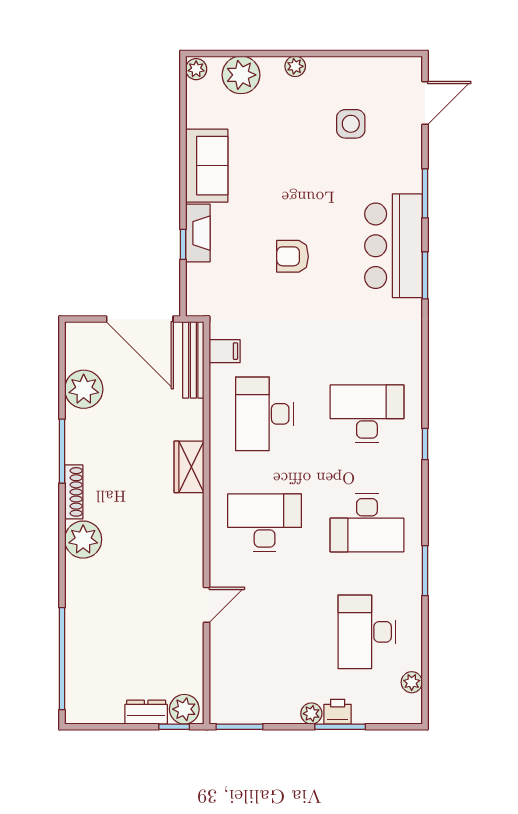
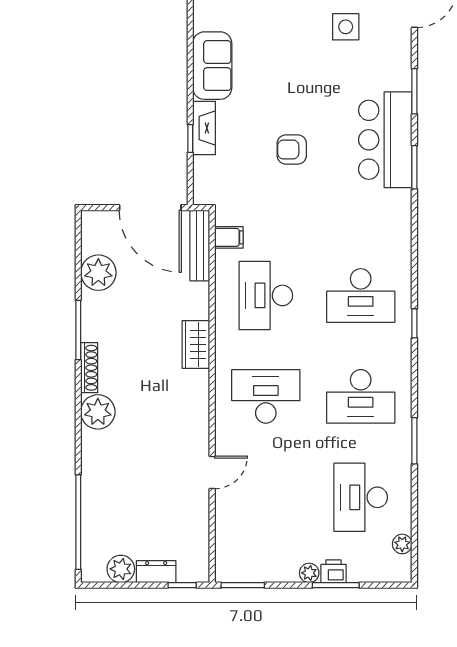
desk: (367, 414) -> (361, 295), turned 180
plant: (184, 709) -> (121, 569), moved

